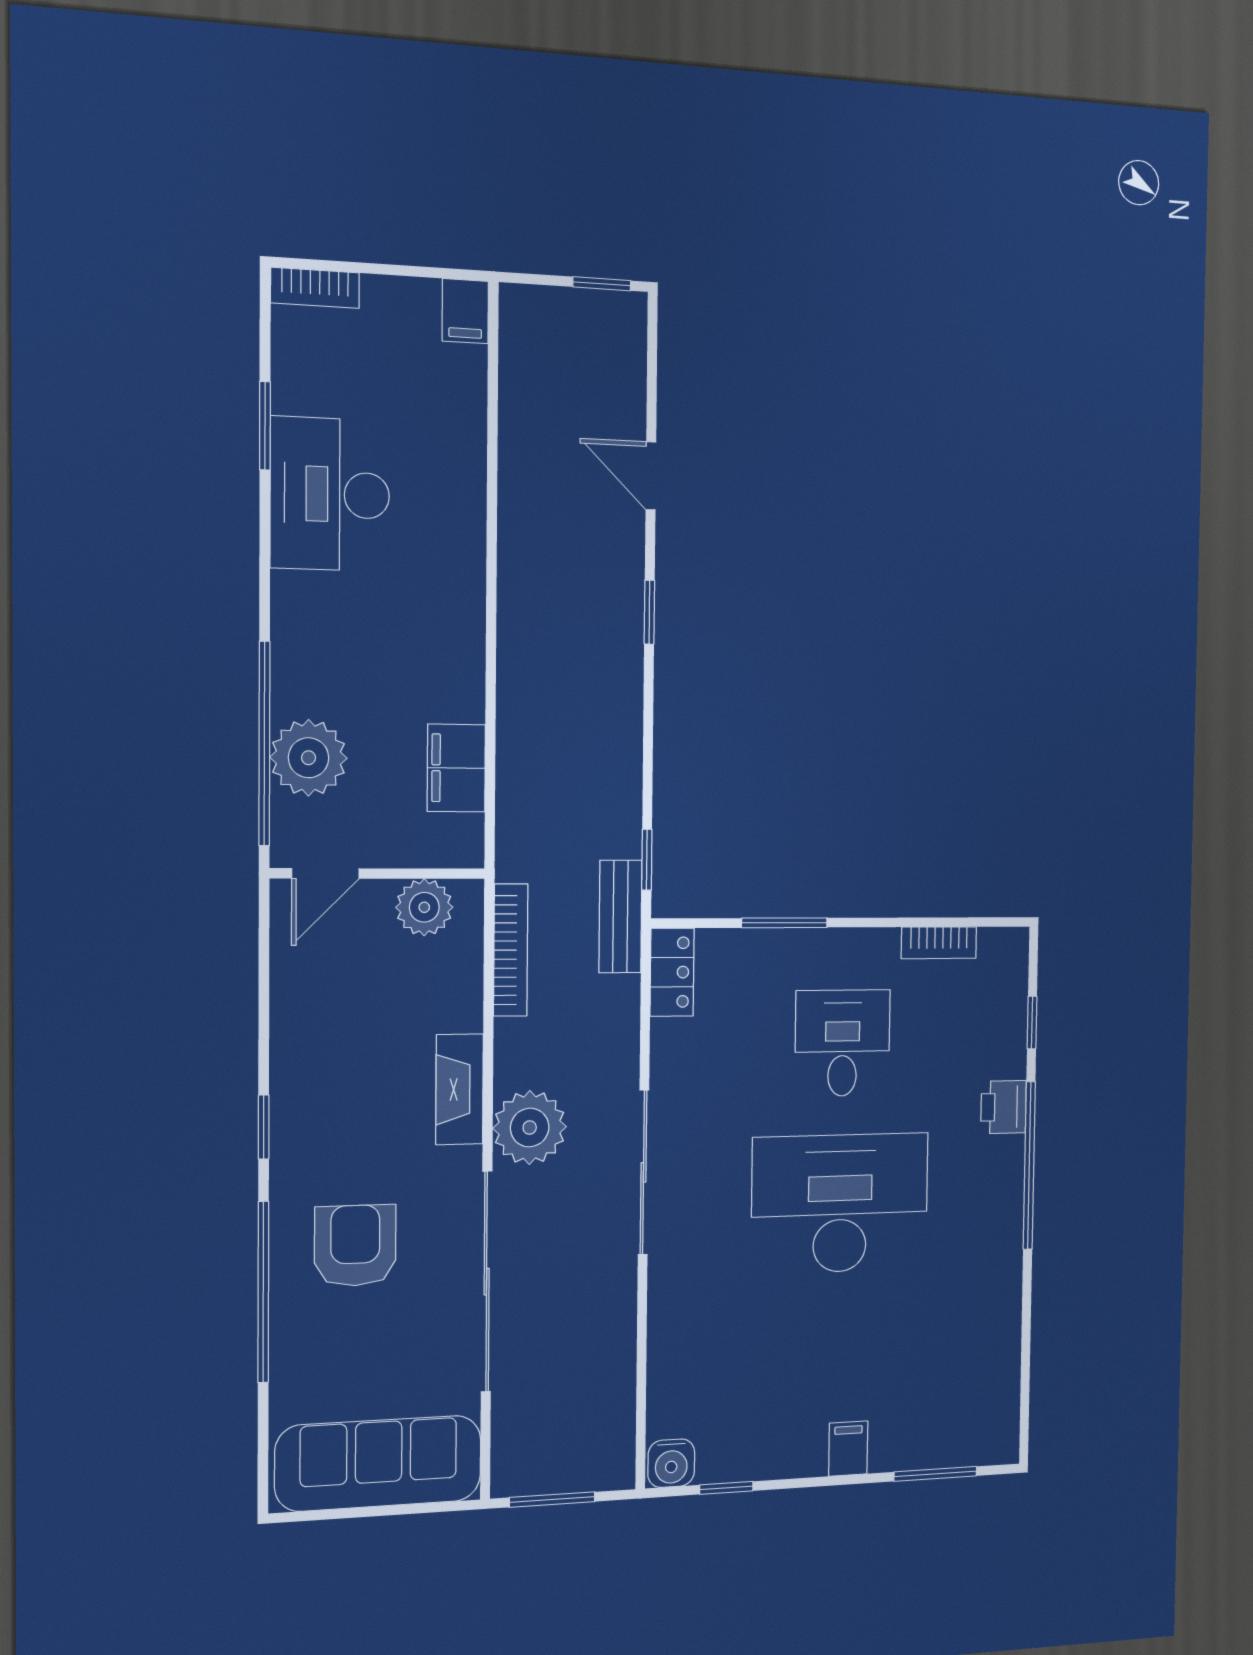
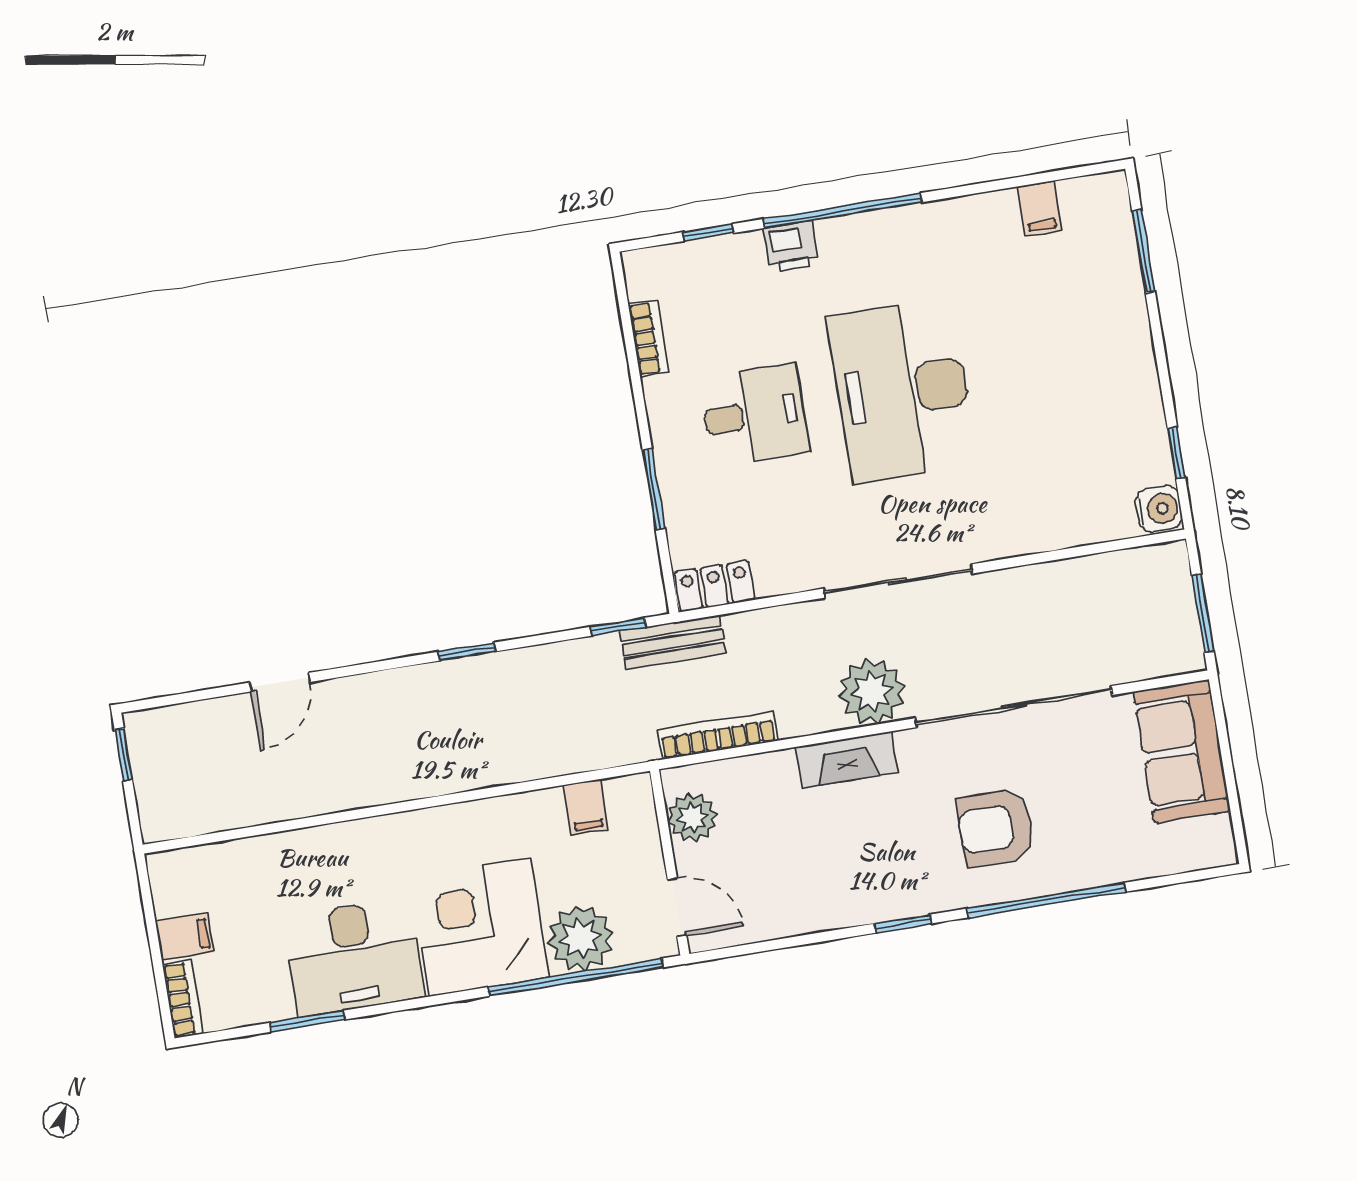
filing cabinet: (465, 311) -> (185, 937), moved
window: (649, 612) -> (467, 652), moved
corner desk: (341, 645) -> (480, 927), added
filing cabinet: (456, 768) -> (586, 807), width x0.50
desk: (842, 1043) -> (755, 415), turned 180
filing cabinet: (848, 1449) -> (1040, 208), moved, turned -90
sofa: (379, 1463) -> (1182, 751), width x0.73

